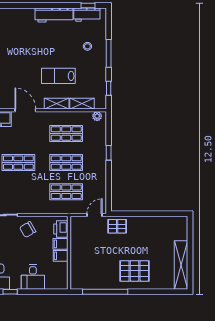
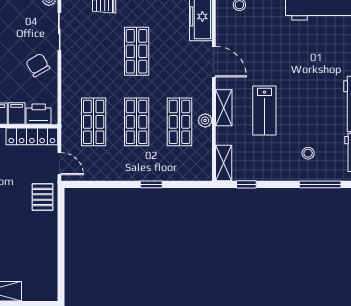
window: (109, 53) -> (320, 184), moved
lab bench: (58, 76) -> (264, 110), turned 180
shelving: (82, 104) -> (224, 163), moved
door: (25, 110) -> (214, 62), hinge flipped
plant: (97, 116) -> (205, 120), moved
locker: (76, 234) -> (32, 136), added

